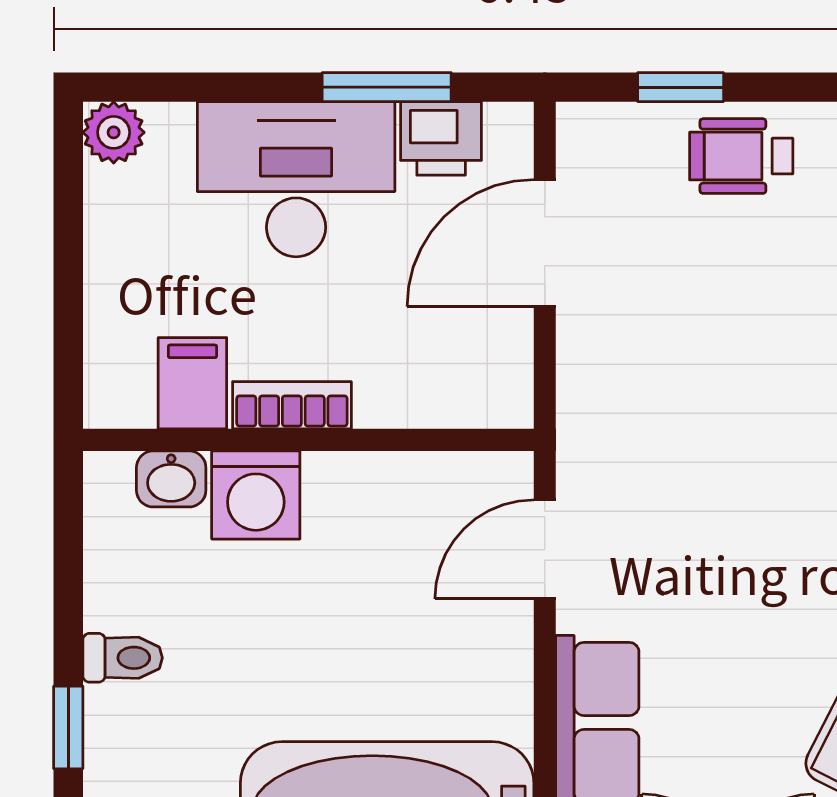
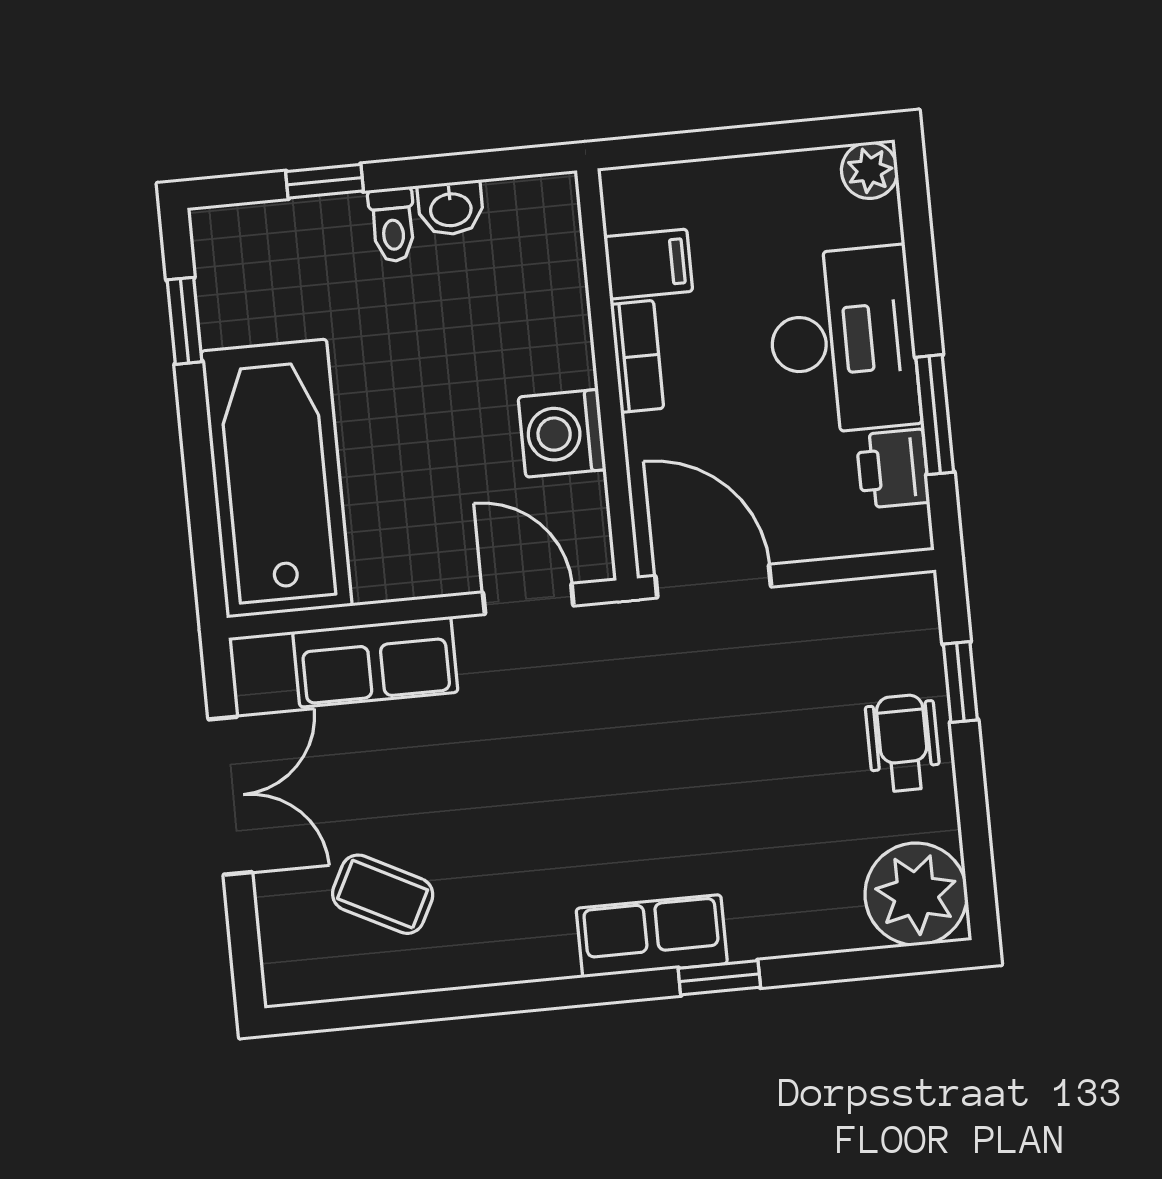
door: (545, 243) -> (713, 581), moved
washbasin: (171, 479) -> (451, 208), moved, turned -90
washing machine: (256, 495) -> (562, 433), moved

